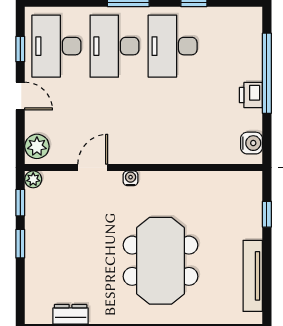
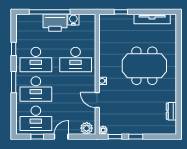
printer: (251, 95) -> (55, 23), width x1.87, depth x1.48
desk: (173, 125) -> (76, 60), added
water cooler: (252, 143) -> (73, 20), moved

